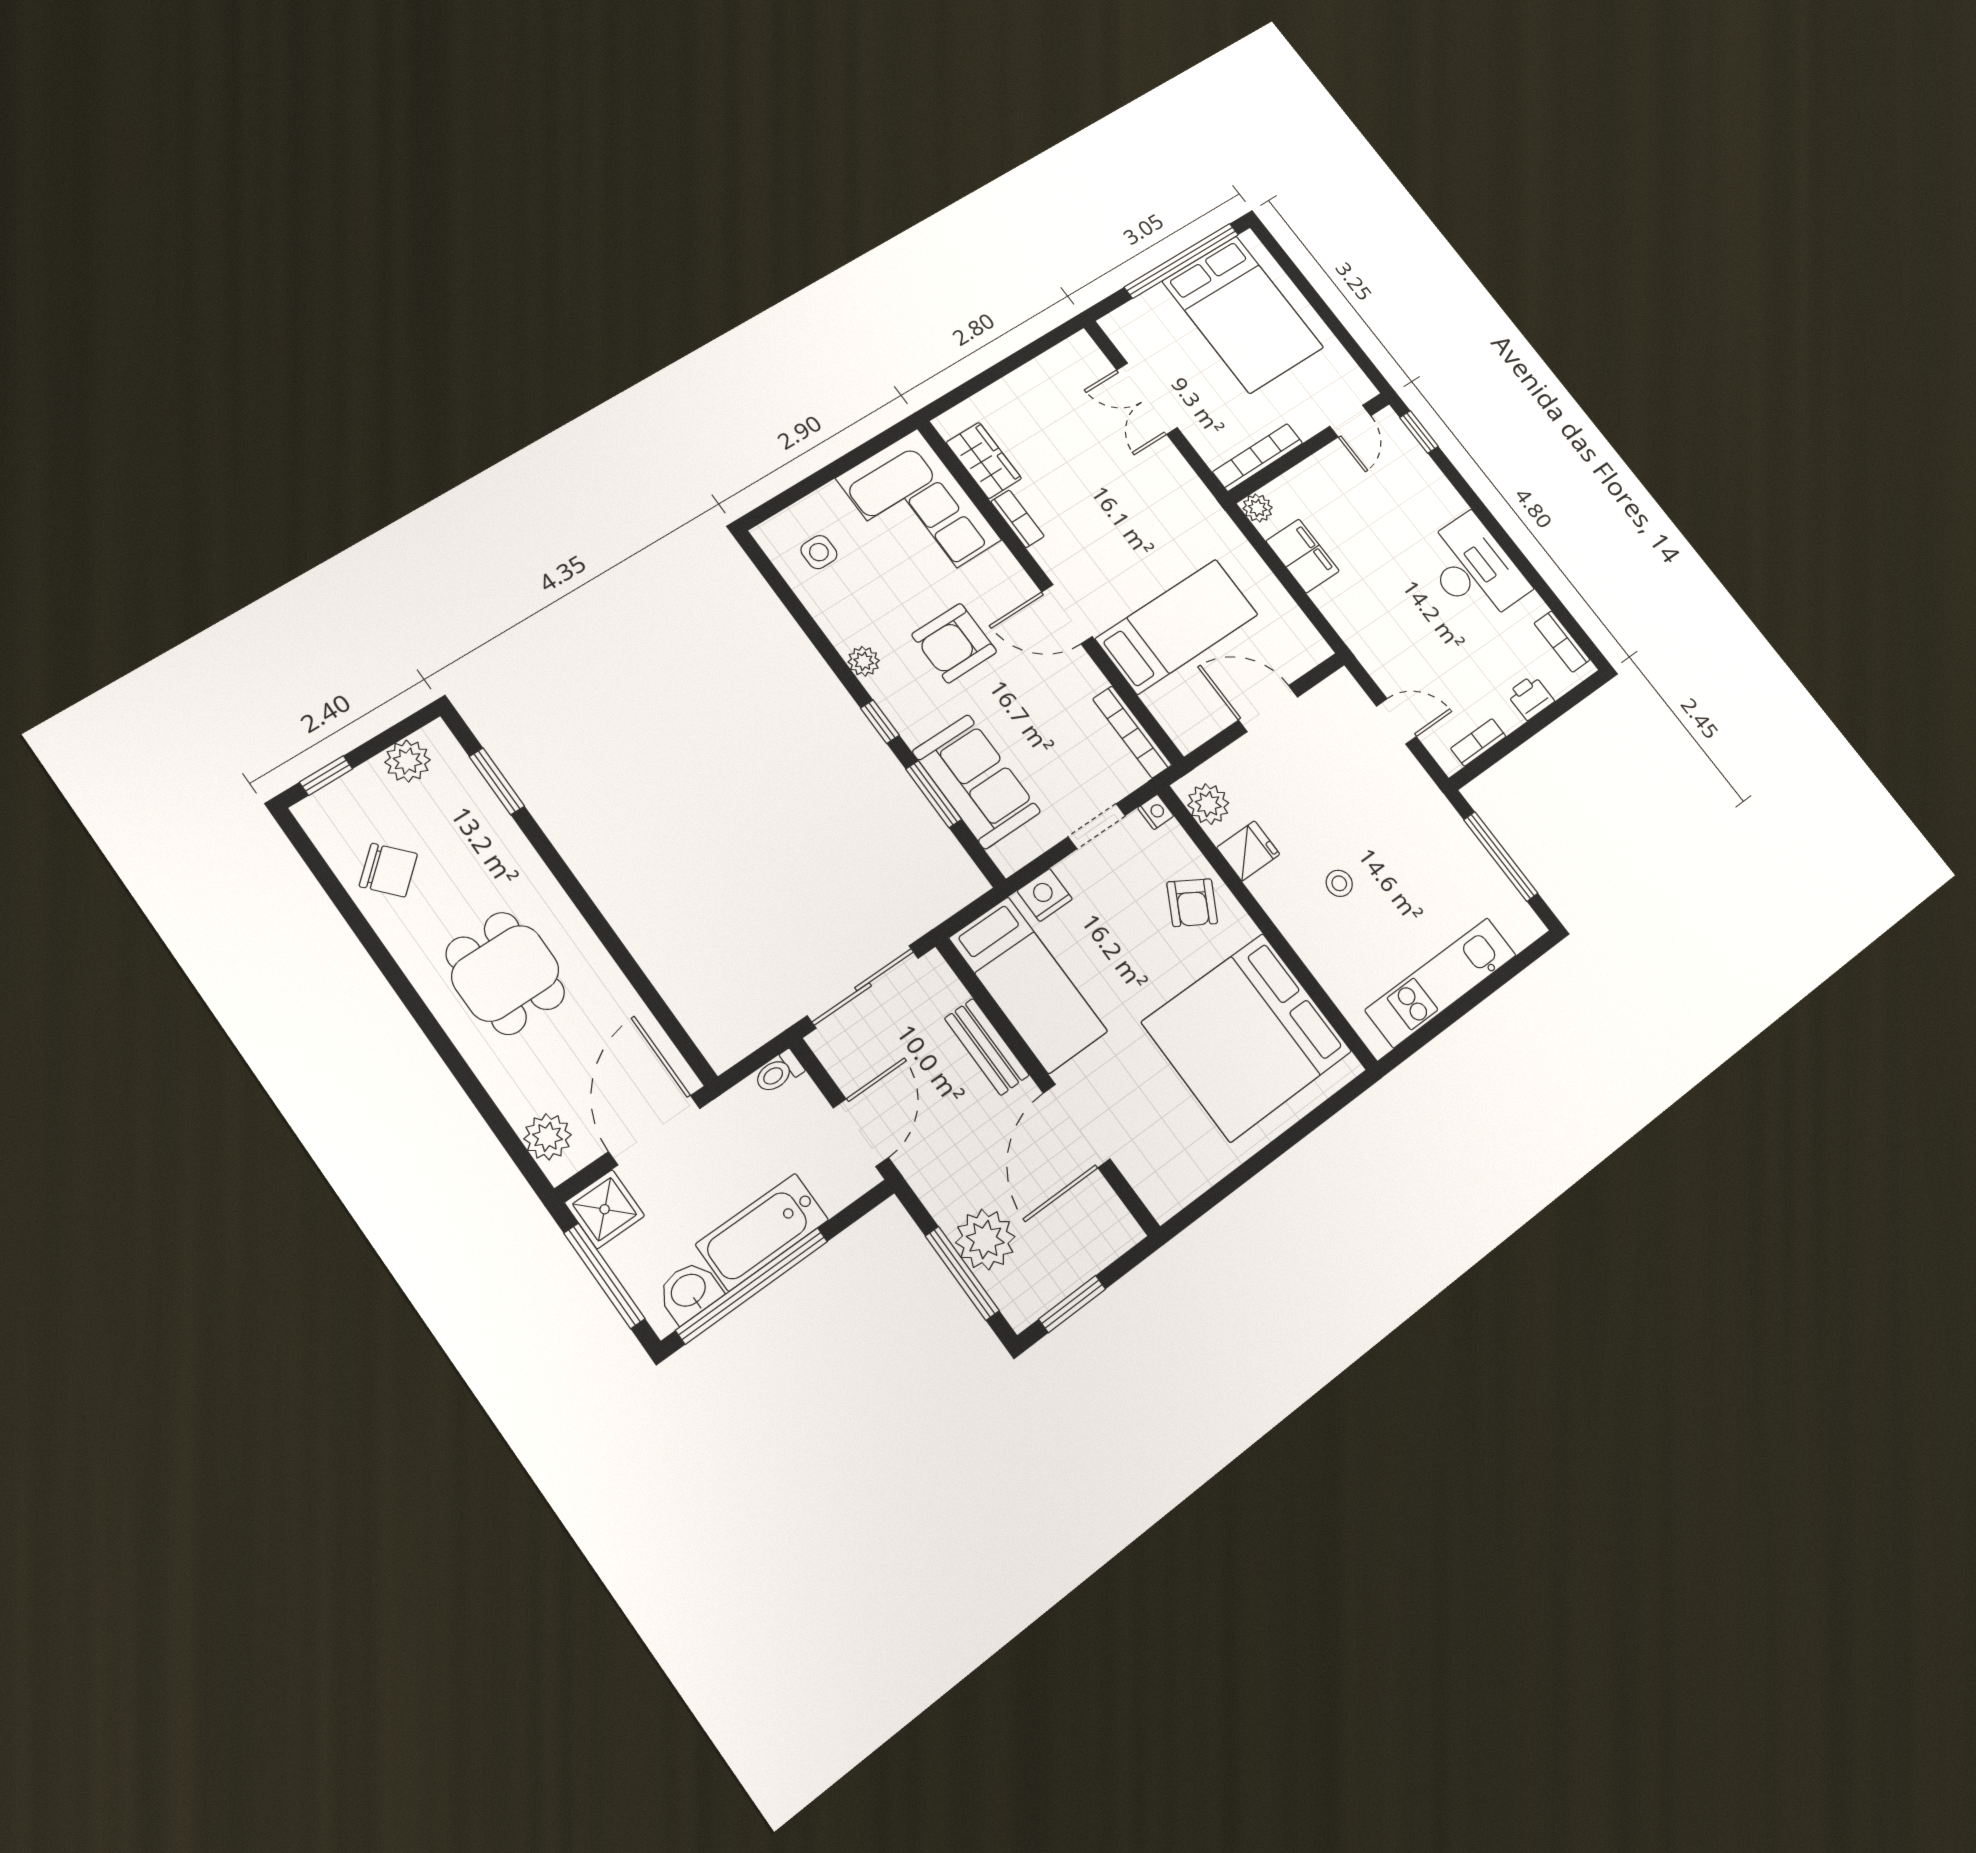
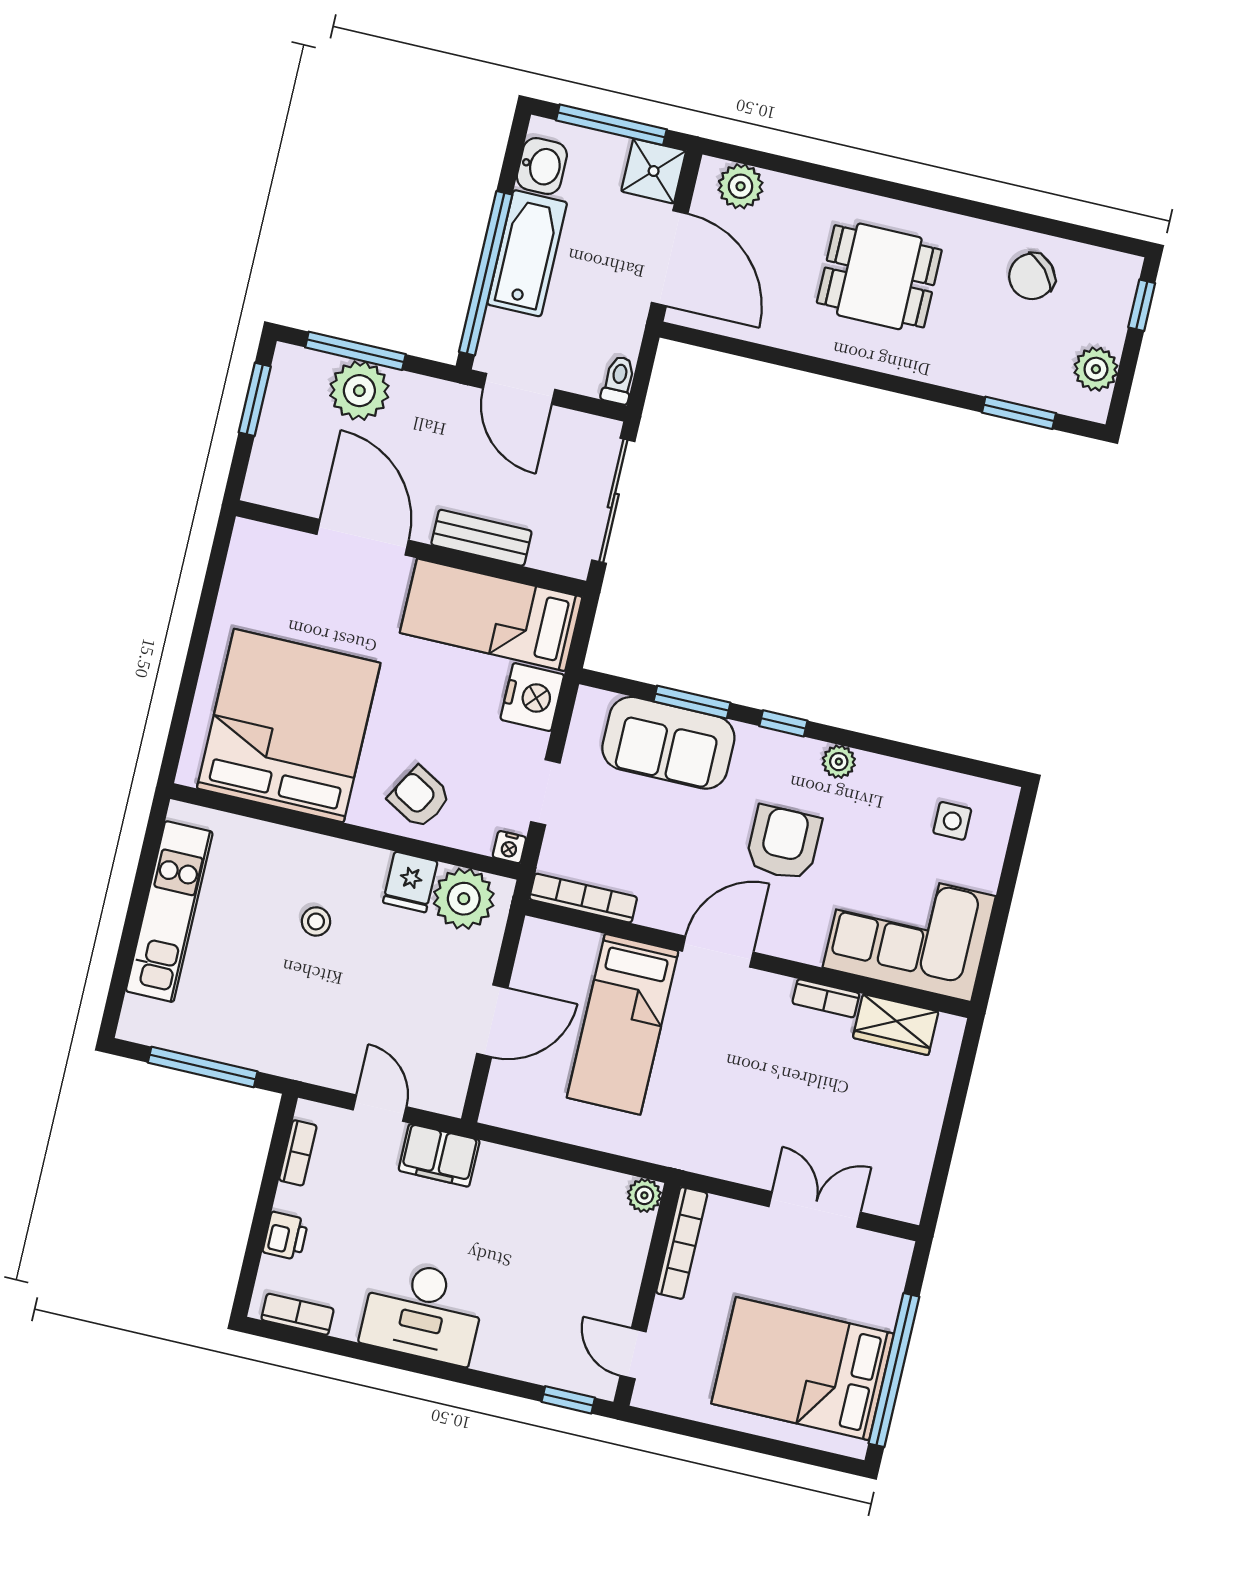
filing cabinet: (1303, 556) -> (439, 1155), moved
door: (1396, 721) -> (380, 1108), swing flipped
plant: (1208, 804) -> (464, 899), width x1.36, depth x1.36
nightstand: (1045, 895) -> (532, 697), width x1.36, depth x1.33
window: (752, 1286) -> (486, 273), moved

